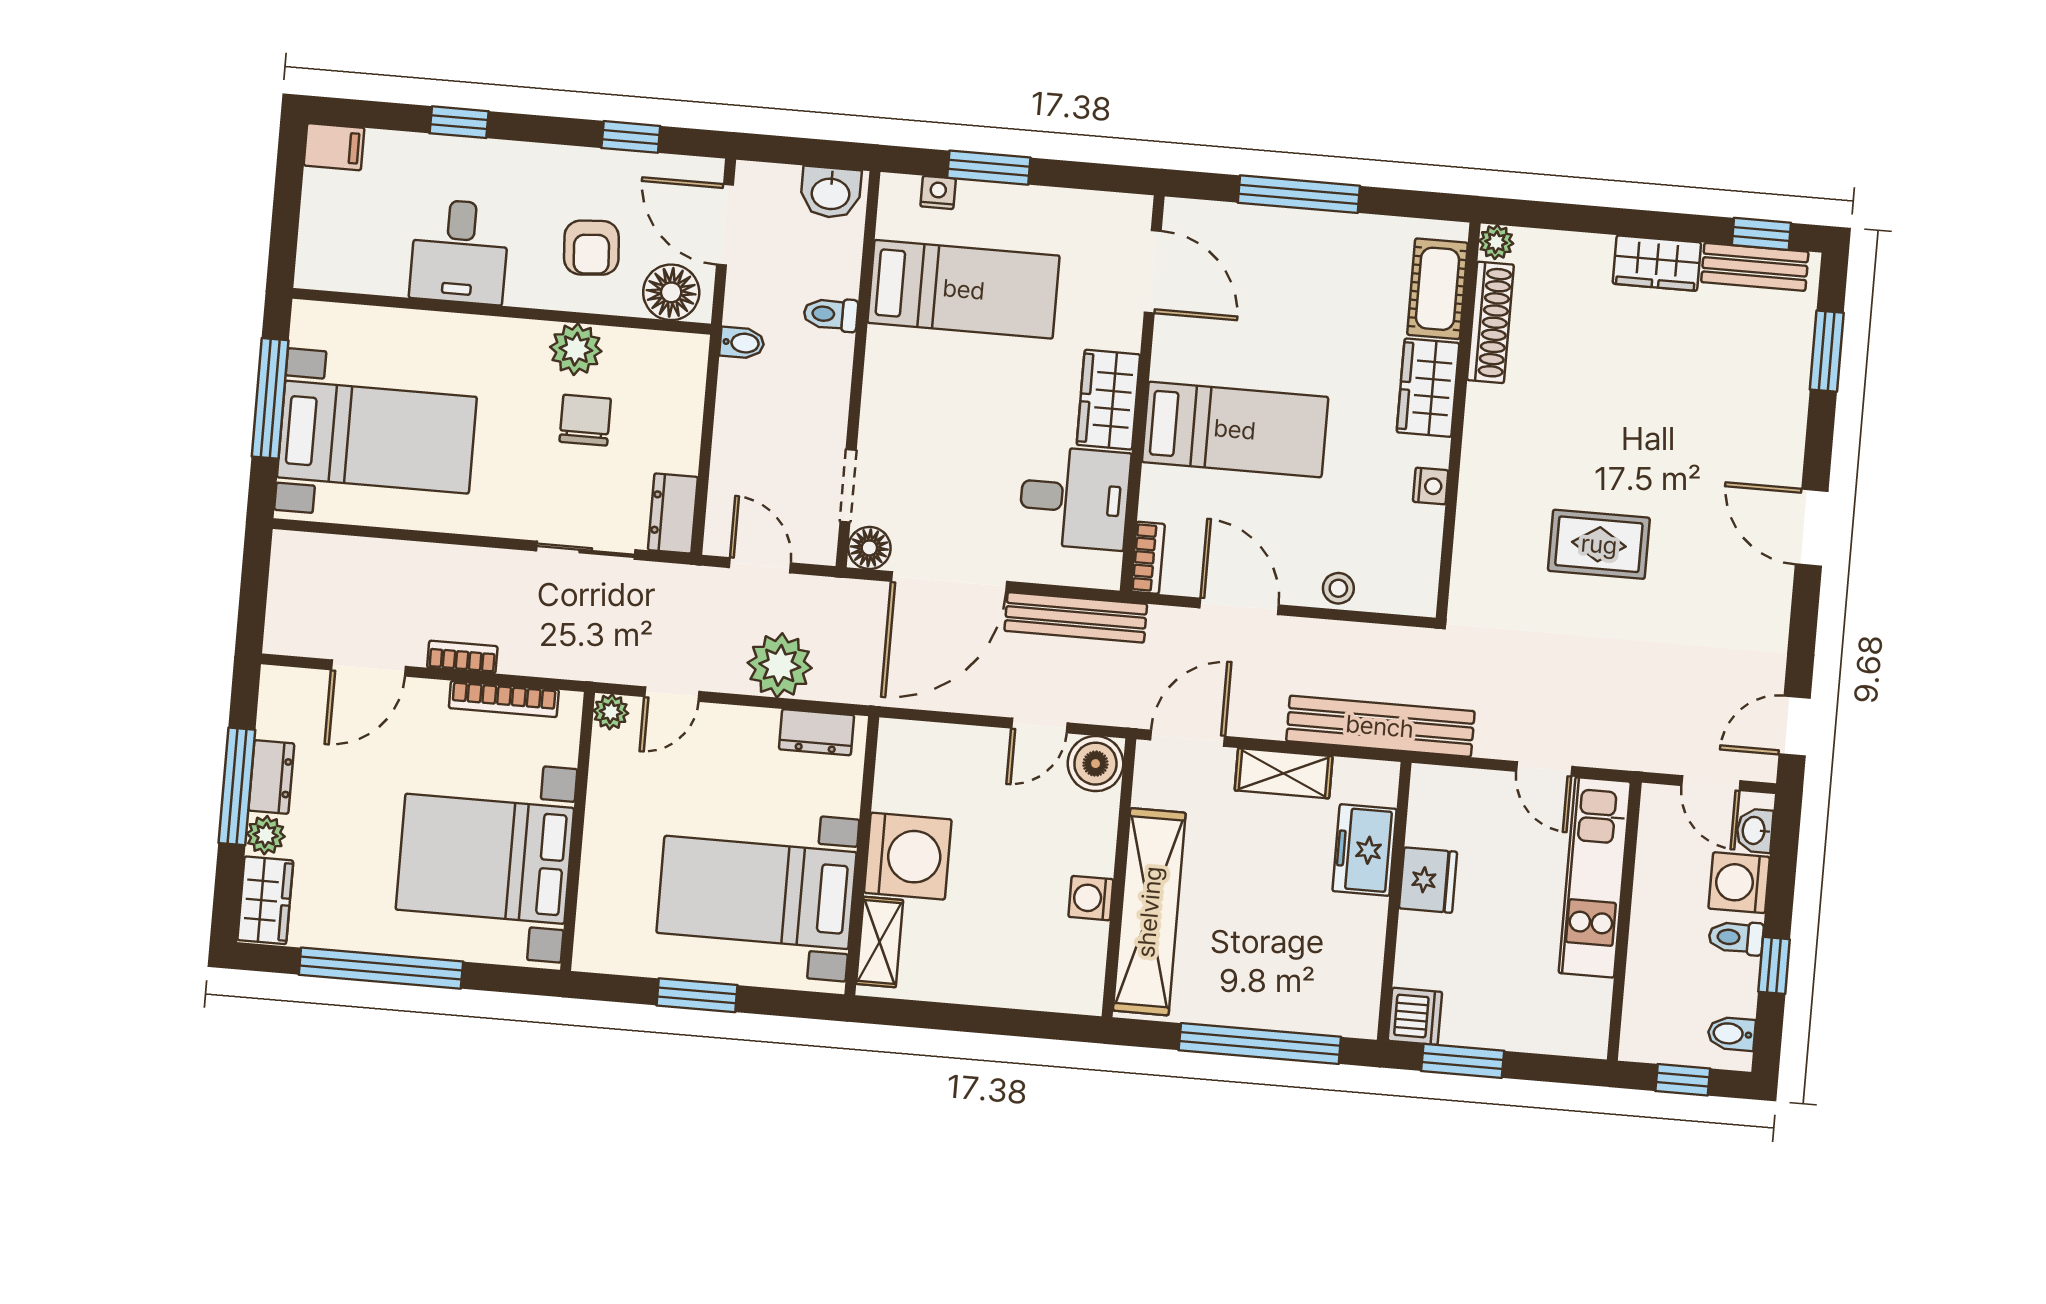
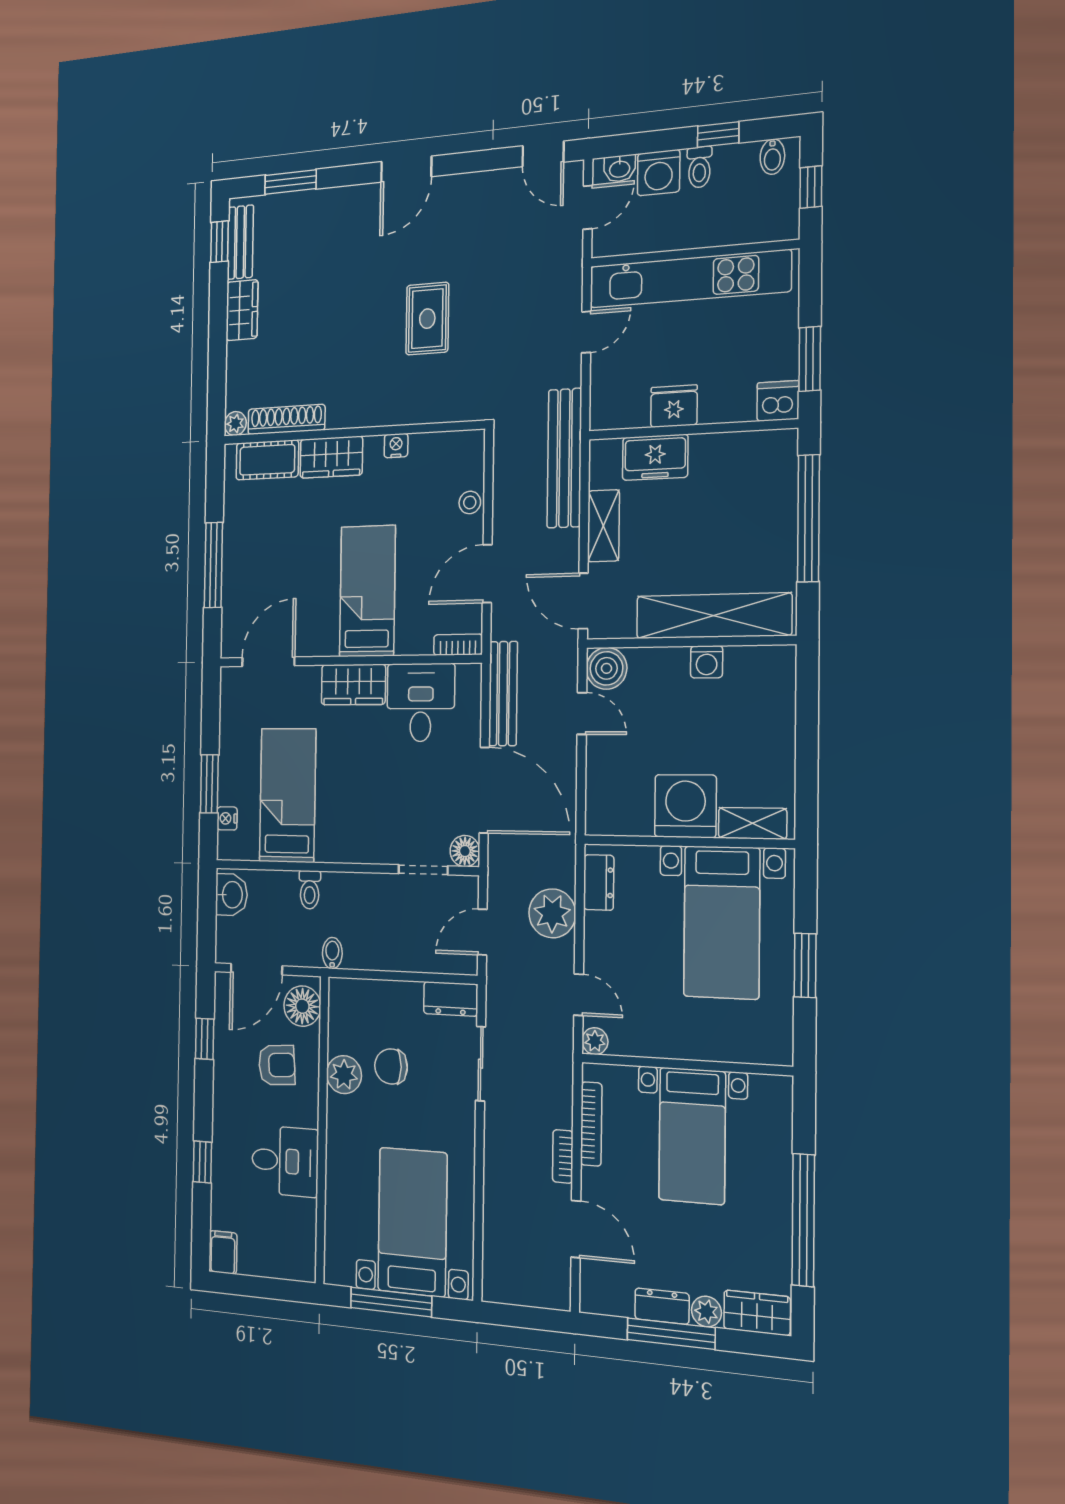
bed with nightstands: (485, 859) -> (692, 1136), width x0.73
kitchen unit: (1595, 877) -> (689, 279), width x1.36

